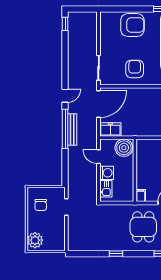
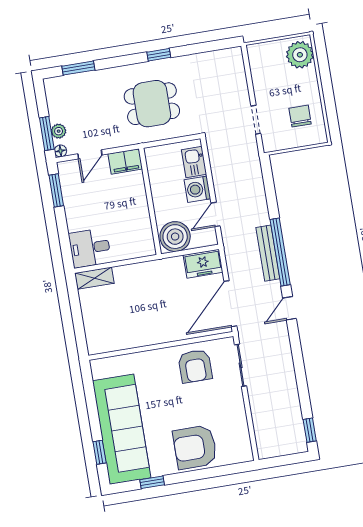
armchair: (135, 69) -> (195, 366), moved
door: (99, 157) -> (216, 214), swing flipped
filing cabinet: (141, 196) -> (125, 161), width x2.00
dining table: (143, 227) -> (152, 104), moved, turned 90

